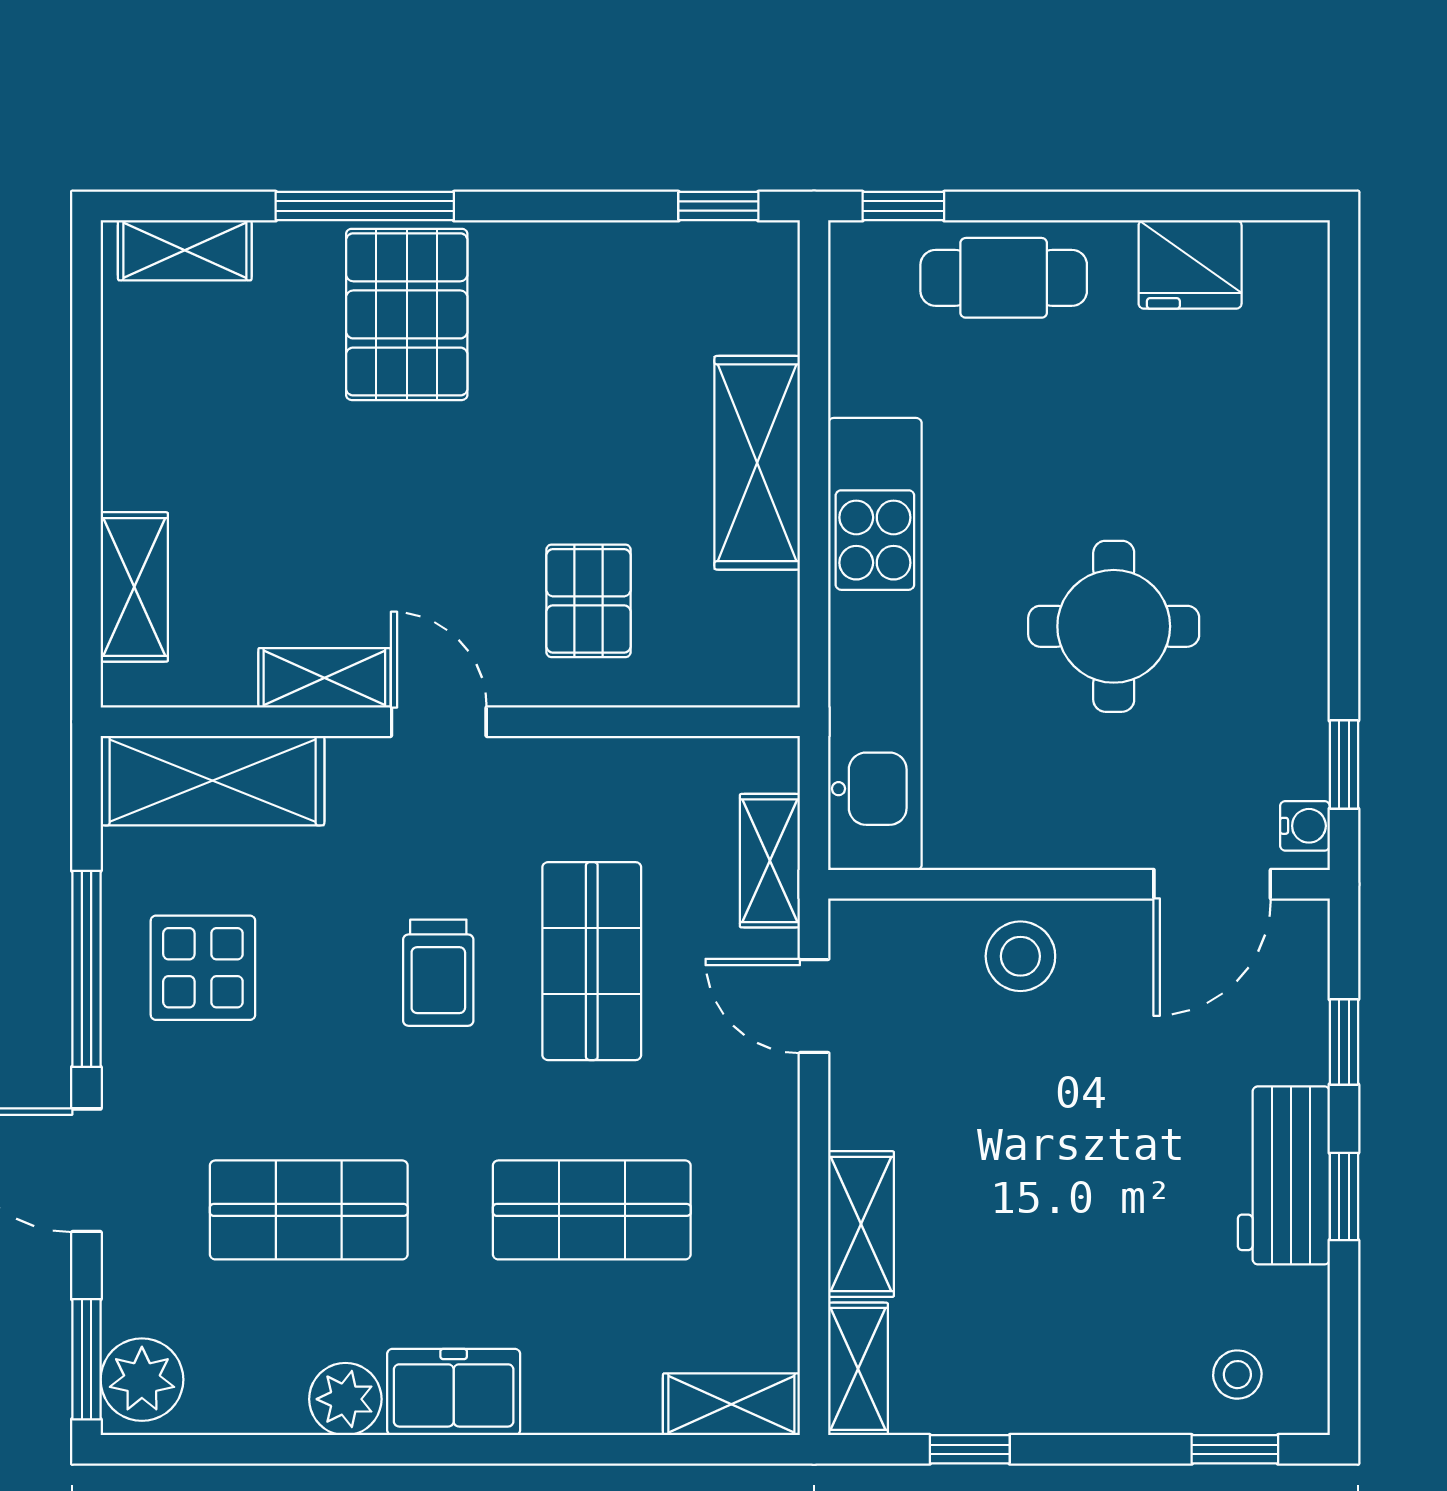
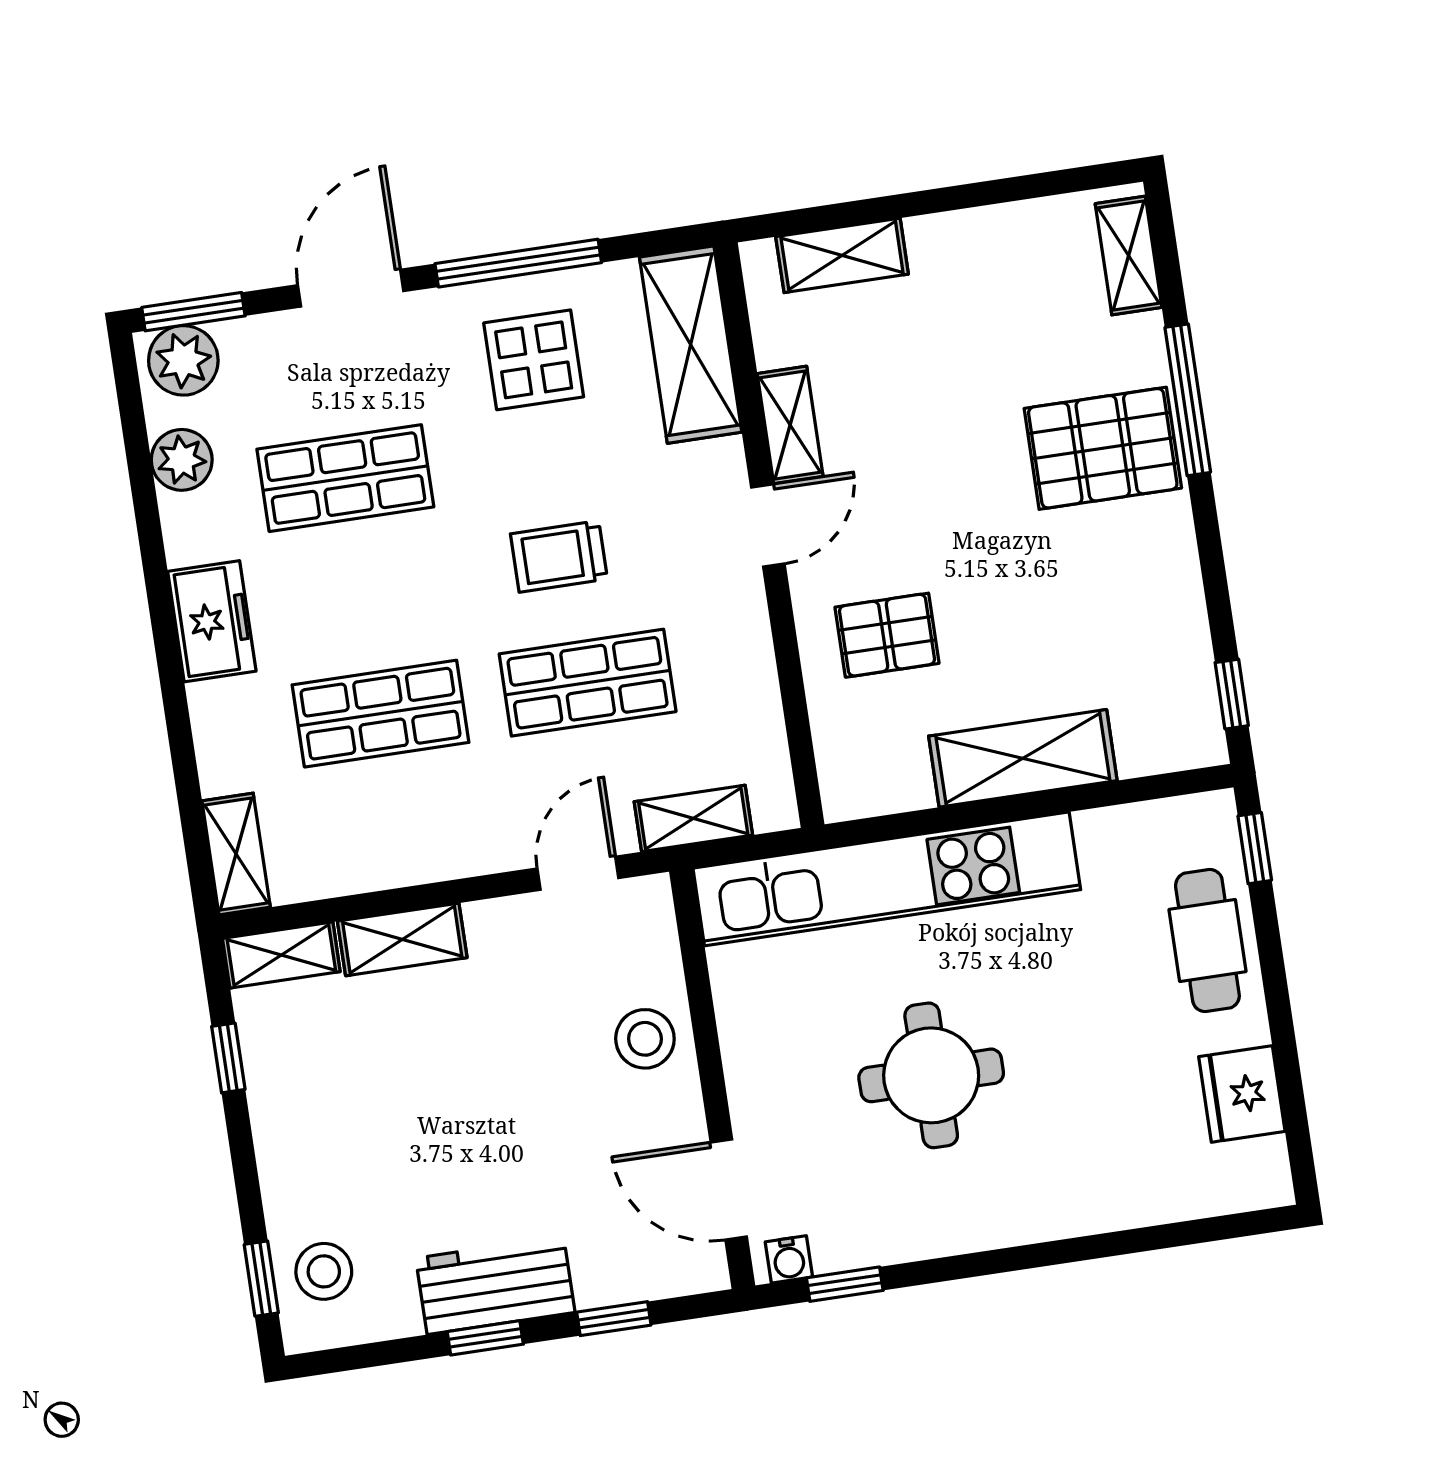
shop shelf: (309, 1210) -> (345, 478), turned 90
shop shelf: (592, 1210) -> (381, 714), turned 90
stool: (1237, 1375) -> (324, 1271), width x1.37, depth x1.37
plant: (345, 1399) -> (182, 460), moved

